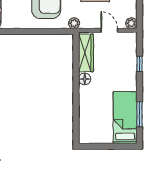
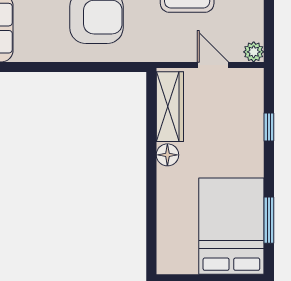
plant: (74, 23) -> (148, 52), removed
bed: (125, 117) -> (231, 226), width x1.50

